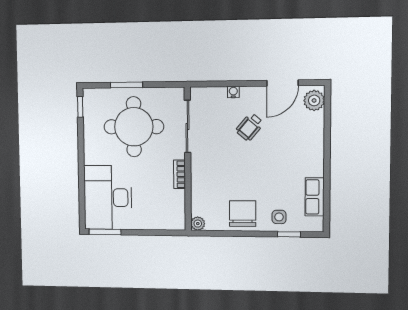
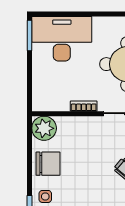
plant: (198, 224) -> (44, 128), width x1.87, depth x1.87

